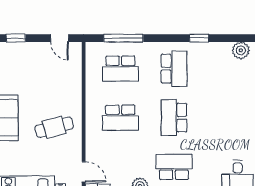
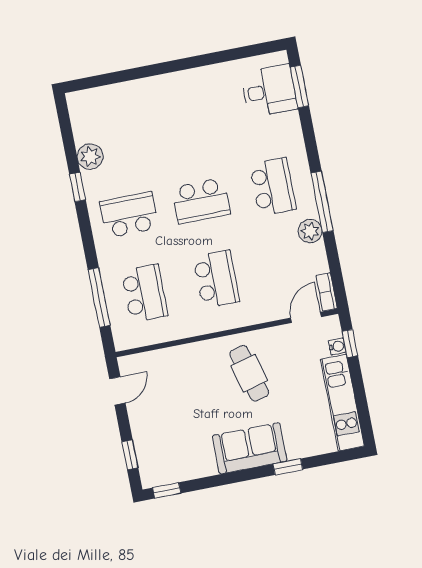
plant: (241, 50) -> (90, 157), moved
school desk: (174, 167) -> (273, 187), turned 180

